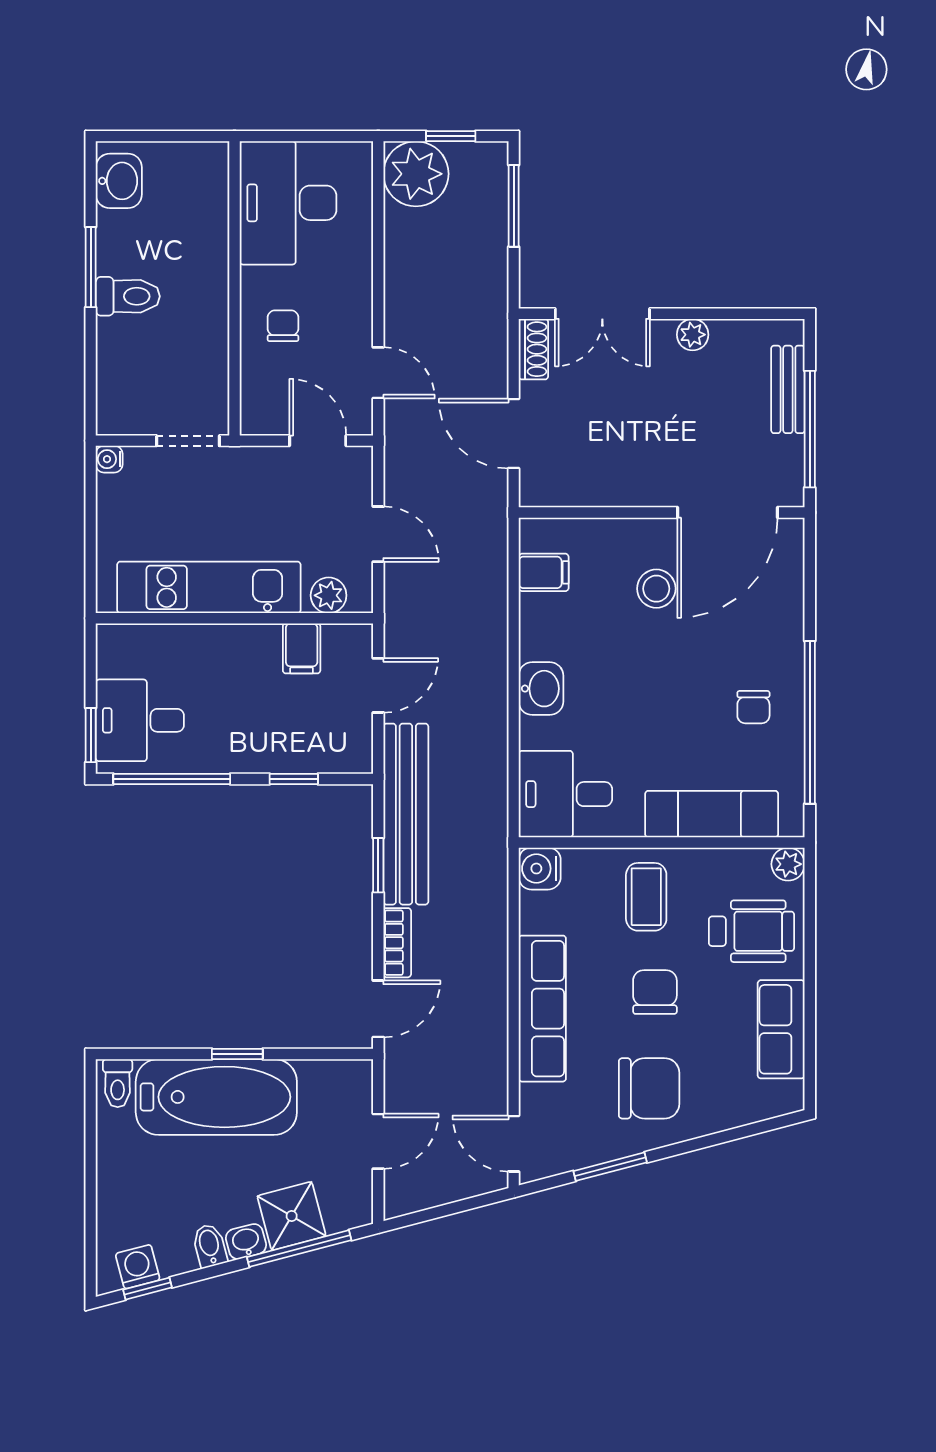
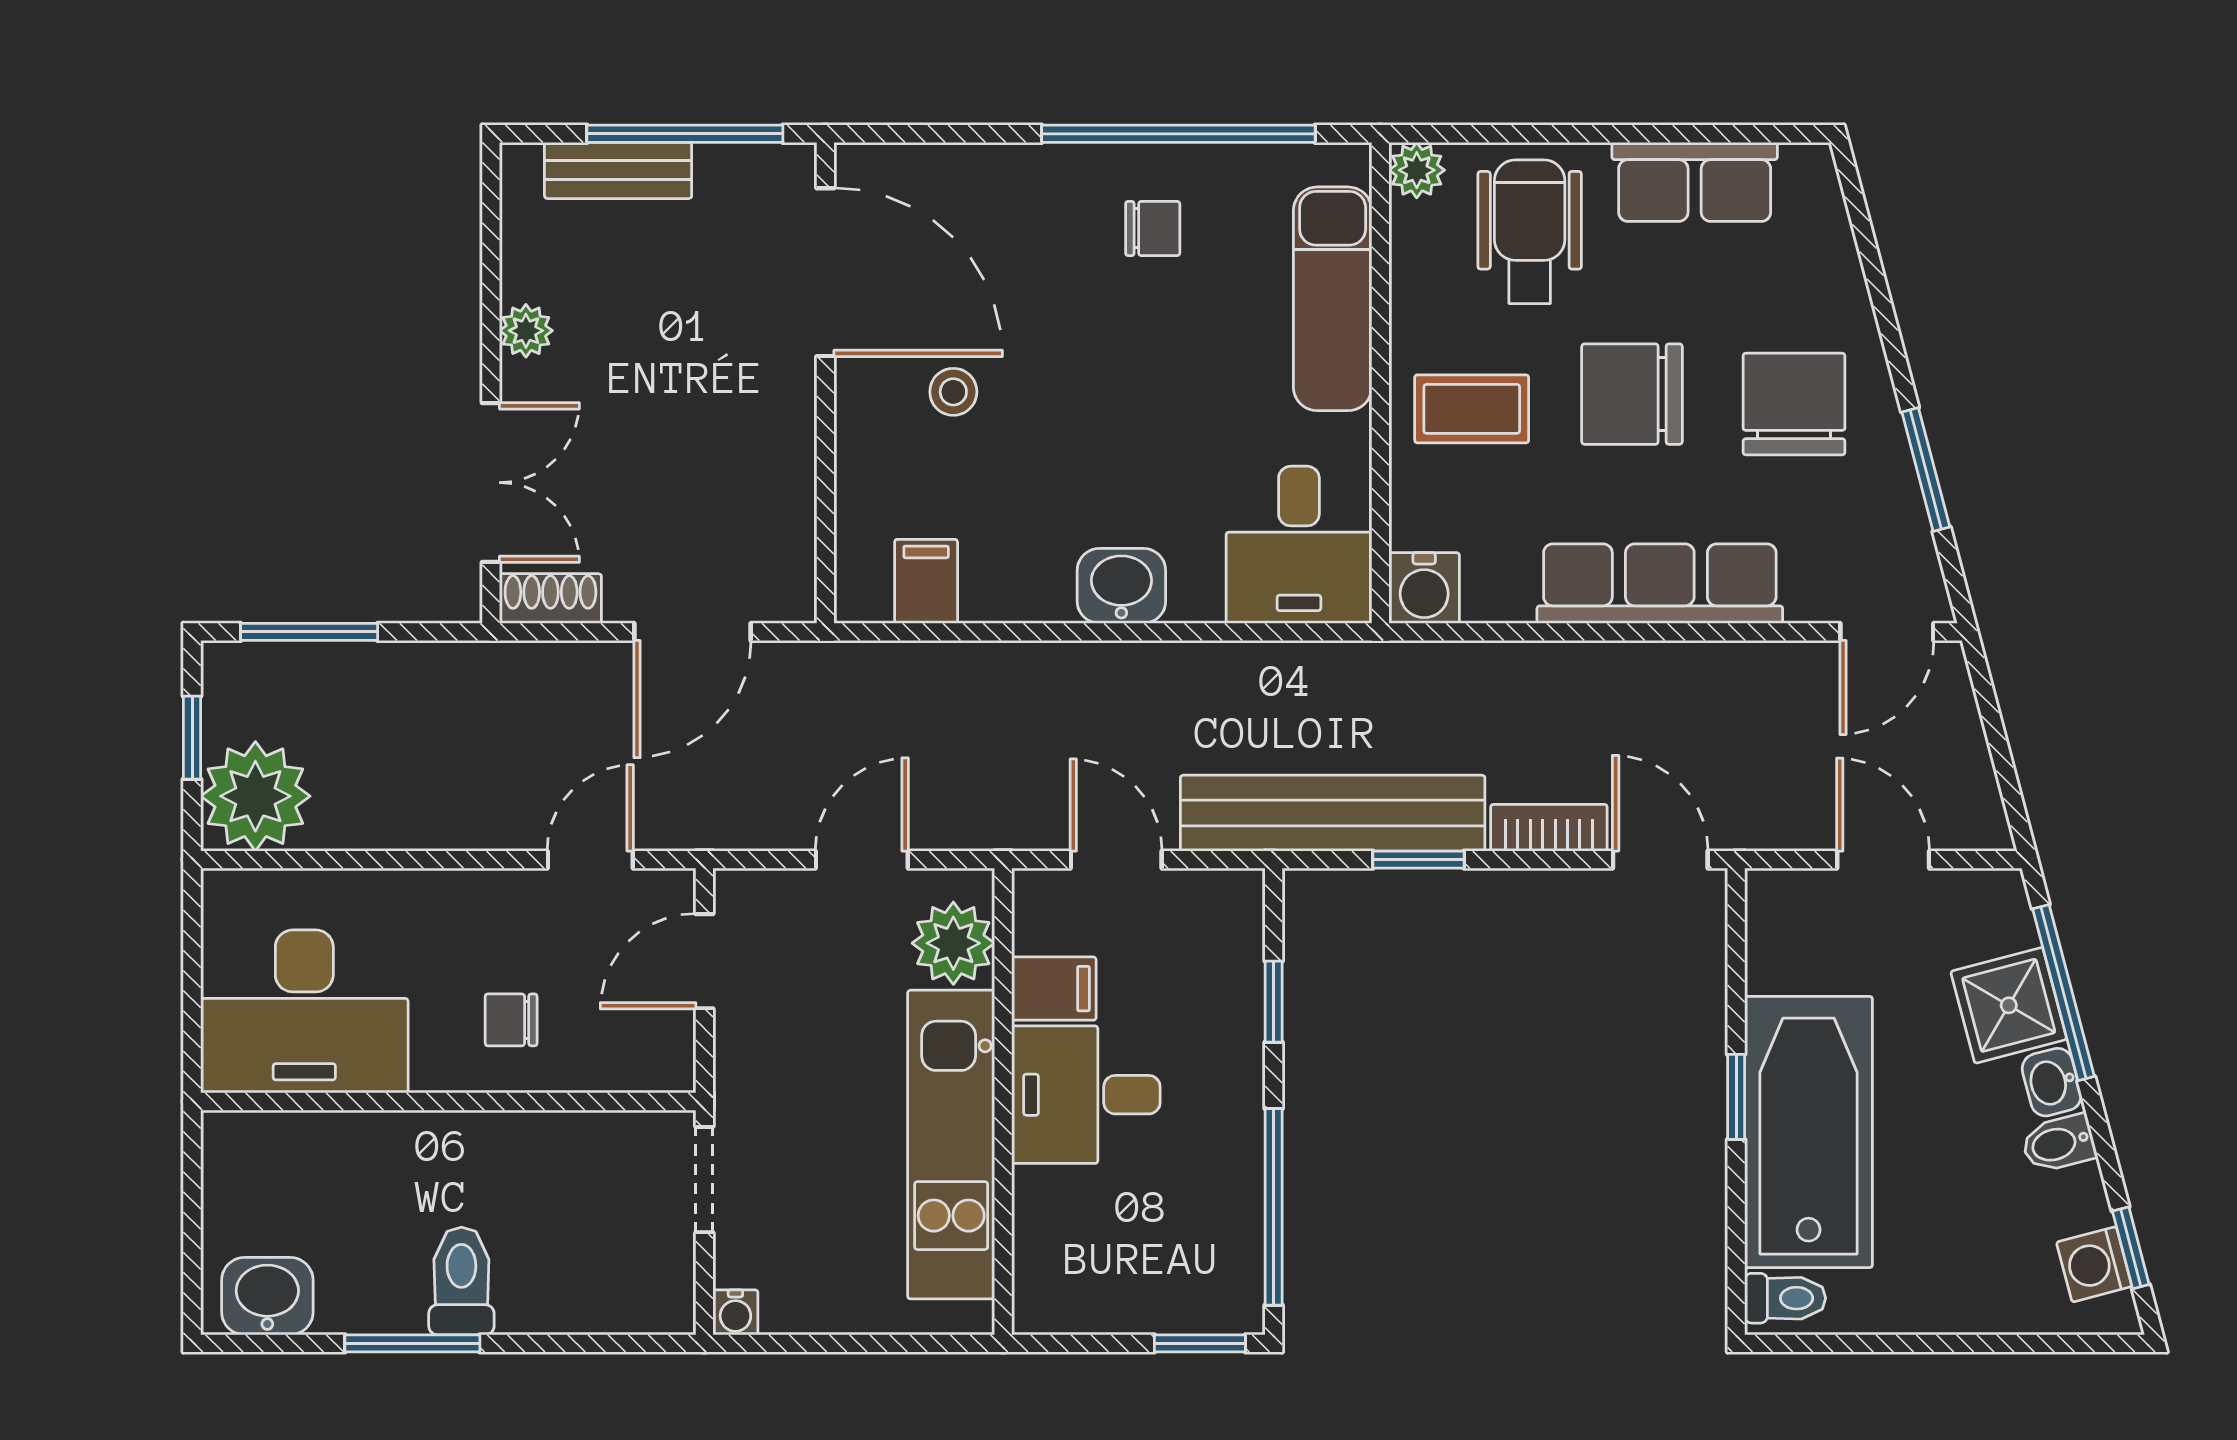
stool: (656, 589) -> (953, 392), width x0.73, depth x0.73
plant: (329, 595) -> (953, 943), width x1.38, depth x1.38
desk: (140, 720) -> (1086, 1095), moved, turned 90
chair: (655, 992) -> (1632, 394), width x1.37, depth x1.37

